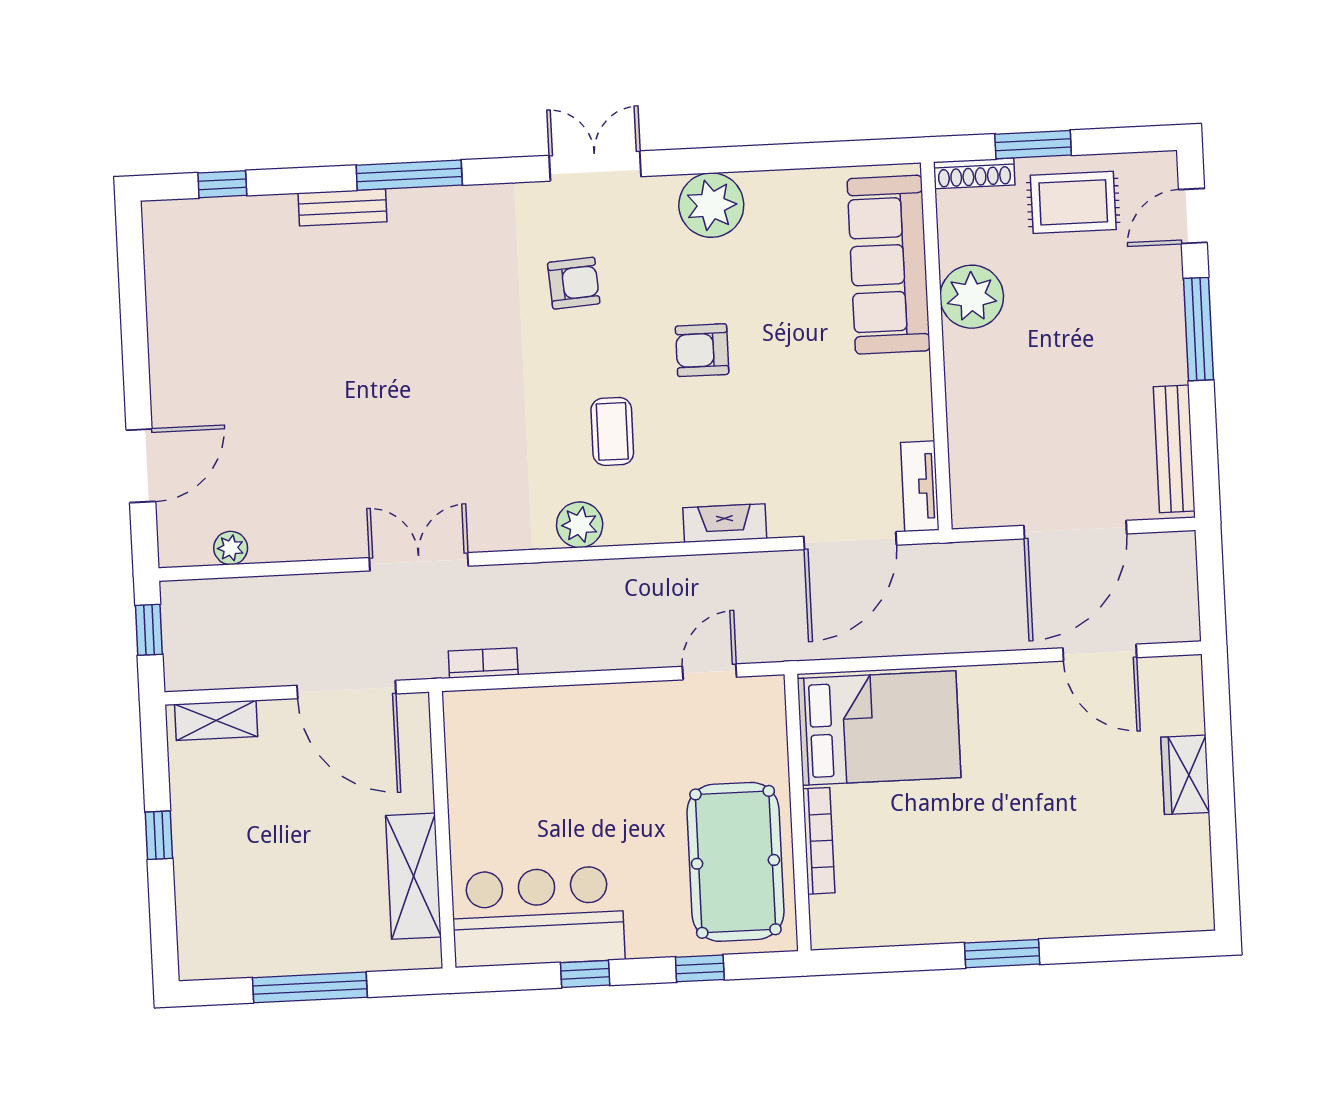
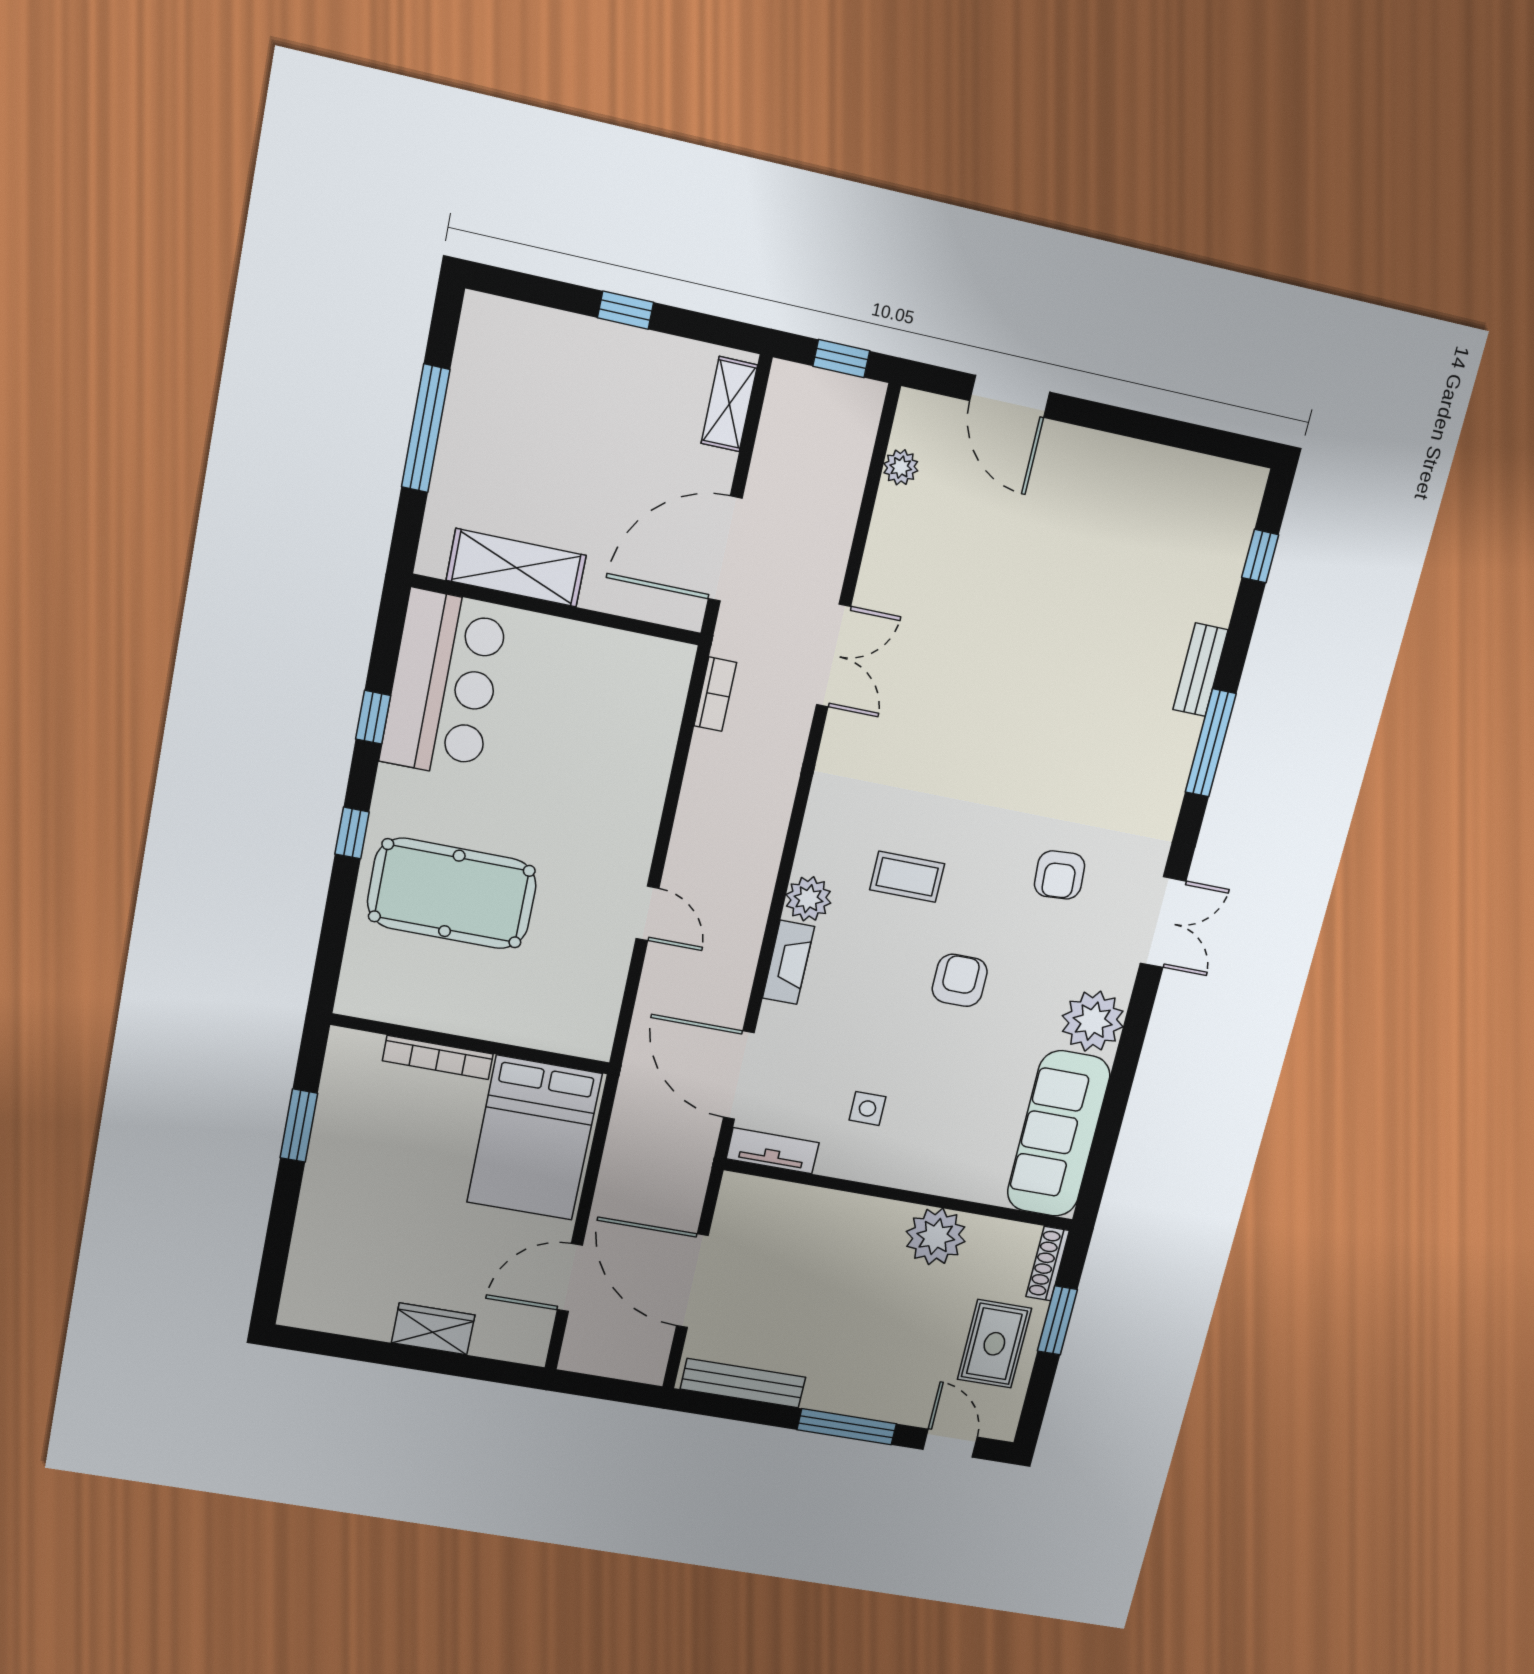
sofa: (889, 265) -> (1058, 1134), moved, turned -90
side table: (854, 404) -> (867, 1108), added
plant: (580, 525) -> (808, 899), moved
bed: (879, 728) -> (534, 1138), moved
wall: (798, 812) -> (471, 1044), moved
bookcase: (819, 841) -> (438, 1057), moved

